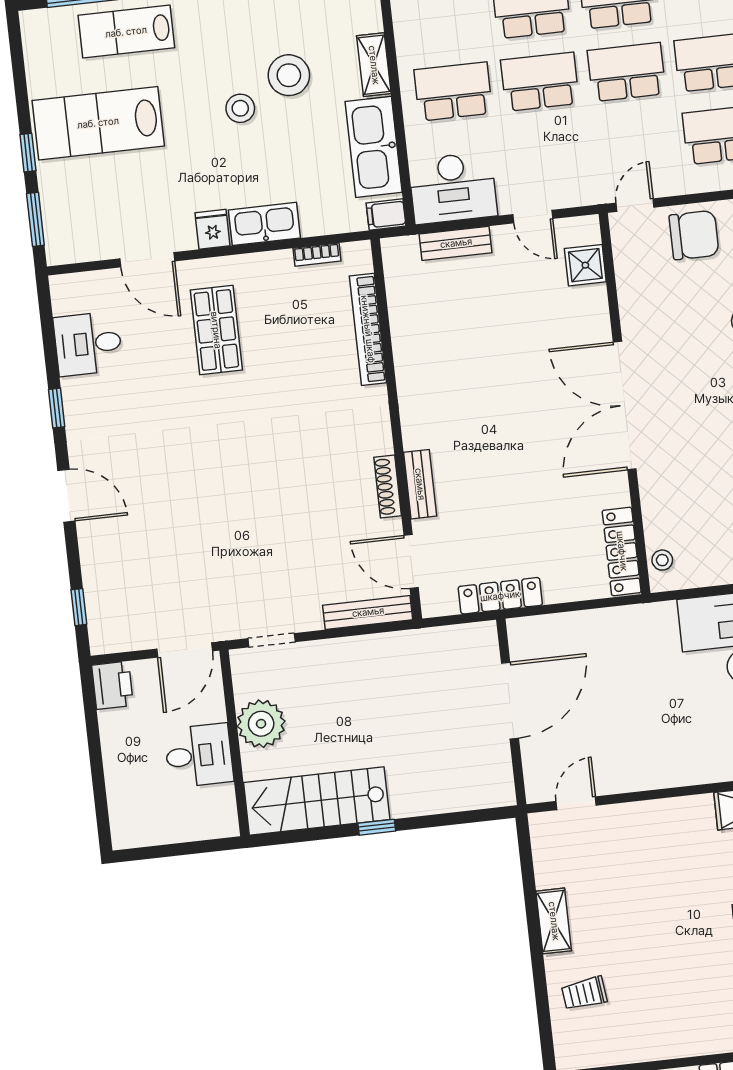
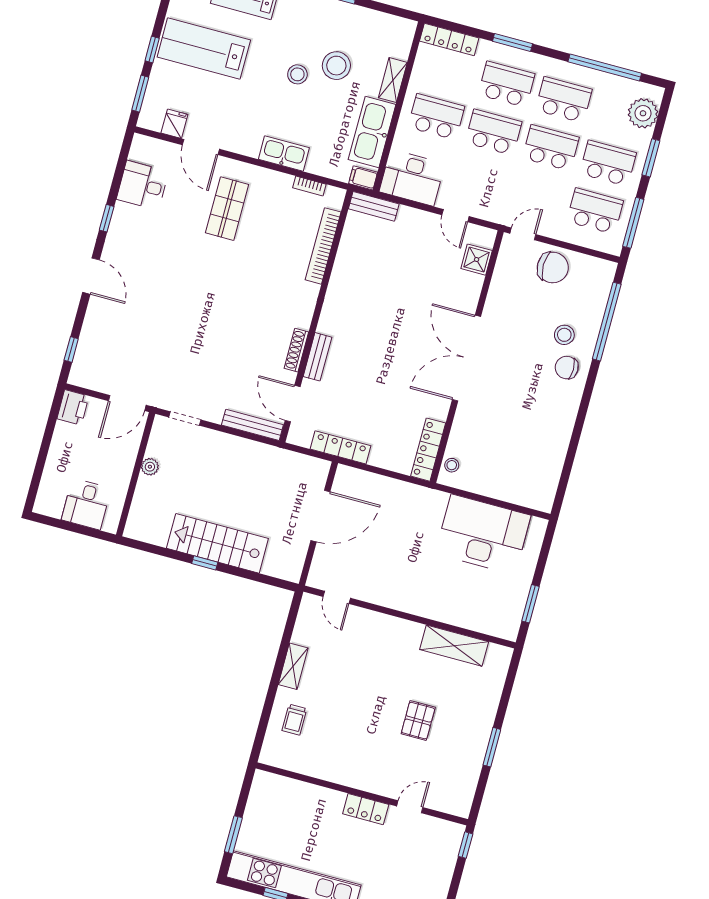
fridge: (213, 229) -> (174, 124), moved
bench: (456, 243) -> (374, 206), moved
plant: (261, 724) -> (150, 467), width x0.53, depth x0.53
desk: (199, 755) -> (86, 504), moved, turned 90
stairs: (317, 801) -> (217, 543), moved
door: (576, 803) -> (337, 597), swing flipped
trolley: (584, 993) -> (294, 720), turned -83

